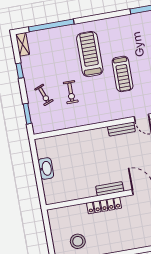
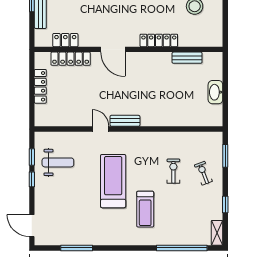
treadmill: (90, 54) -> (145, 209), width x0.73, depth x0.73
treadmill: (123, 74) -> (113, 181), width x1.37, depth x1.38
bench: (110, 189) -> (187, 58), moved

